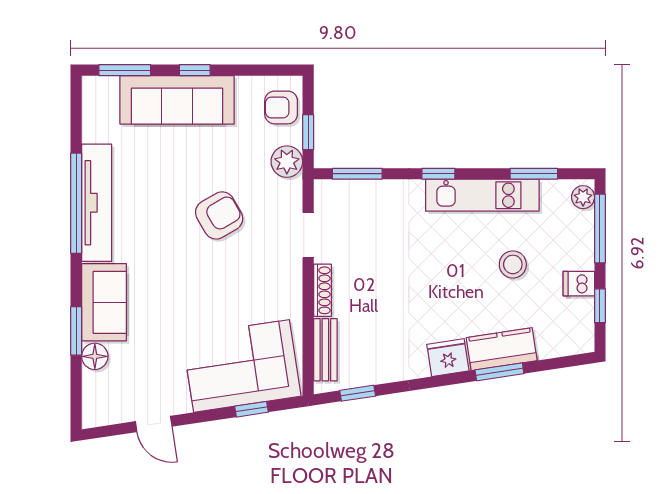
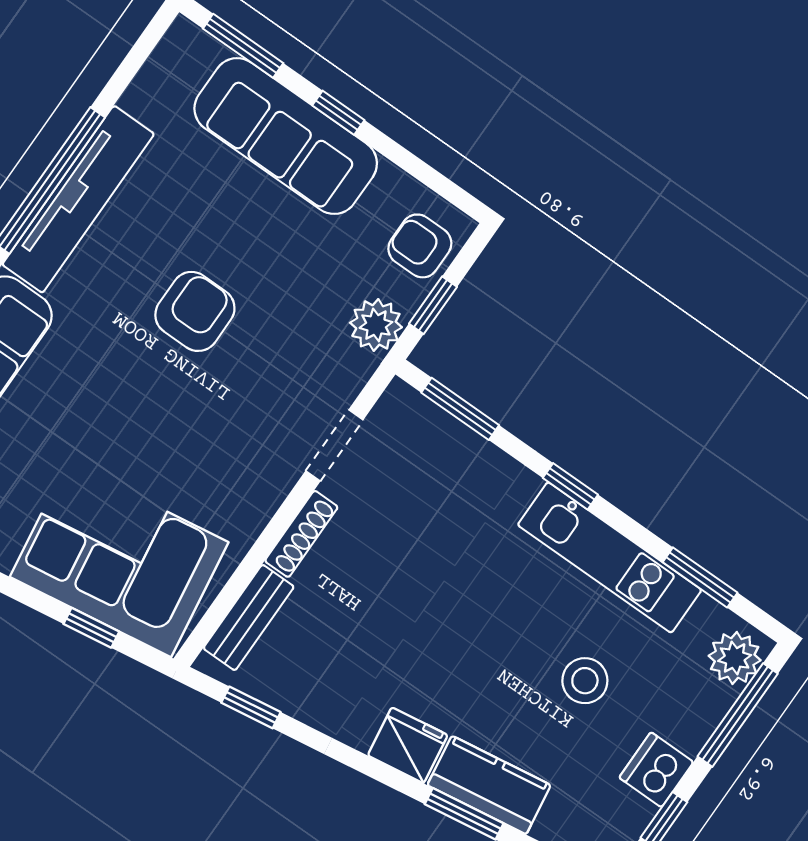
plant: (583, 197) -> (735, 658), width x1.38, depth x1.38
armchair: (219, 215) -> (195, 311), moved, turned -60
dishwasher: (579, 284) -> (656, 770), width x1.38

